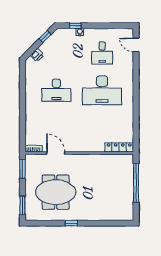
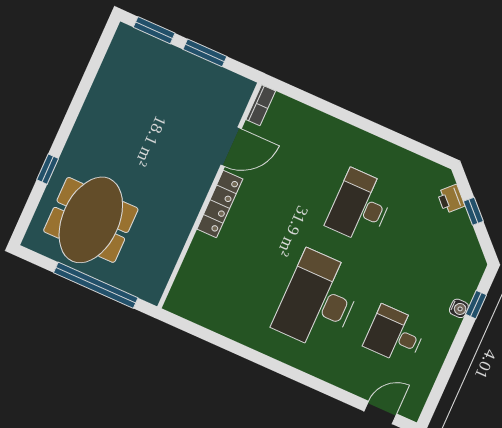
window: (45, 37) -> (473, 211), moved
locker: (119, 147) -> (220, 204), moved
window: (22, 169) -> (205, 53), moved
meeting table: (56, 192) -> (91, 220), moved
window: (71, 223) -> (48, 169), moved

